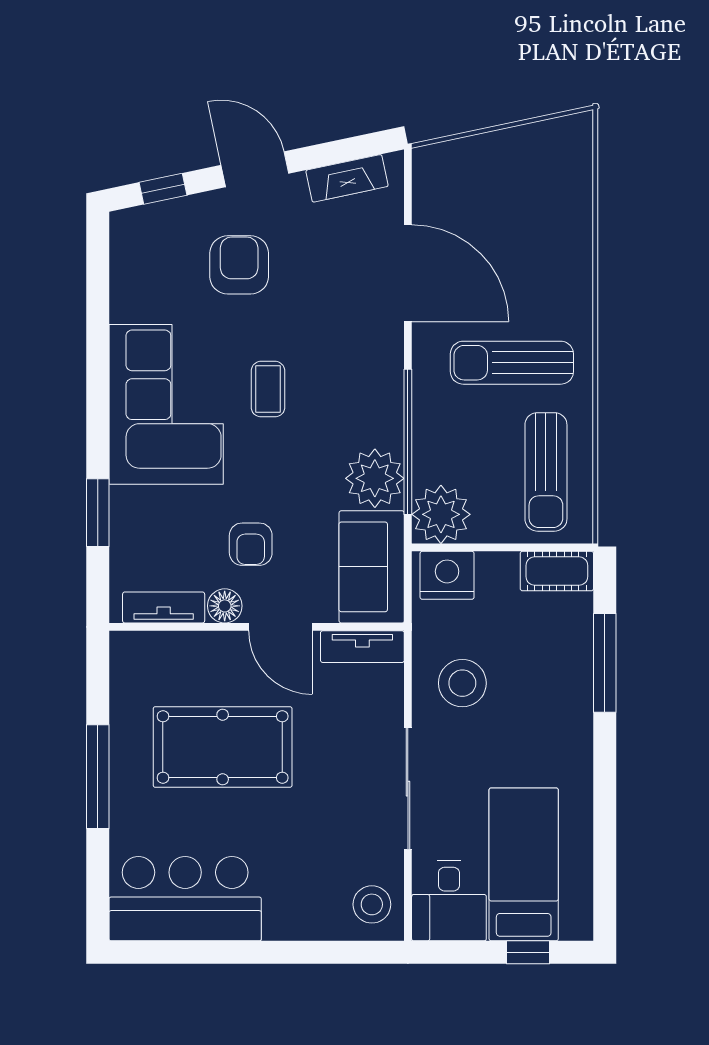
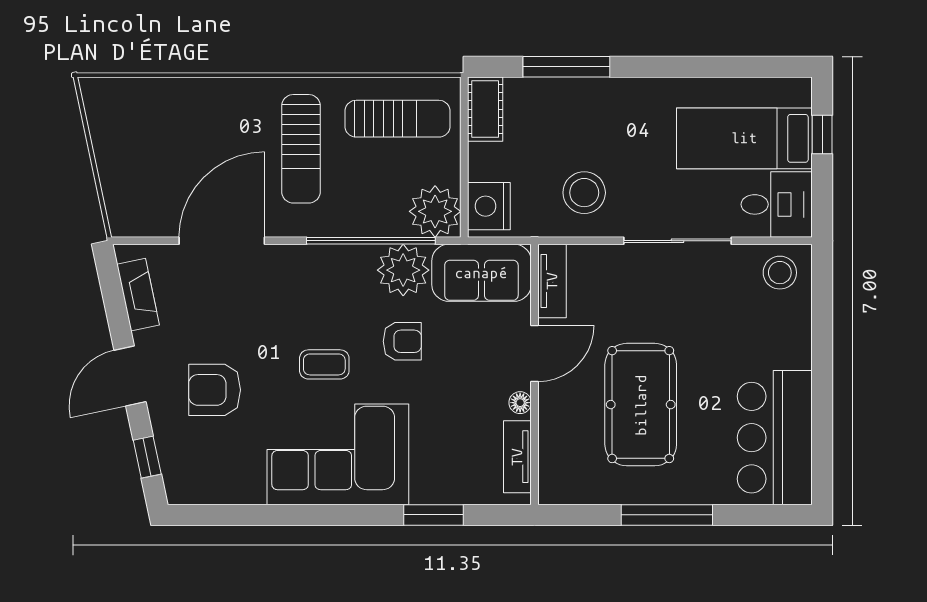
armchair: (251, 544) -> (402, 341), moved
floor lamp: (225, 606) -> (520, 403), width x0.73, depth x0.73

